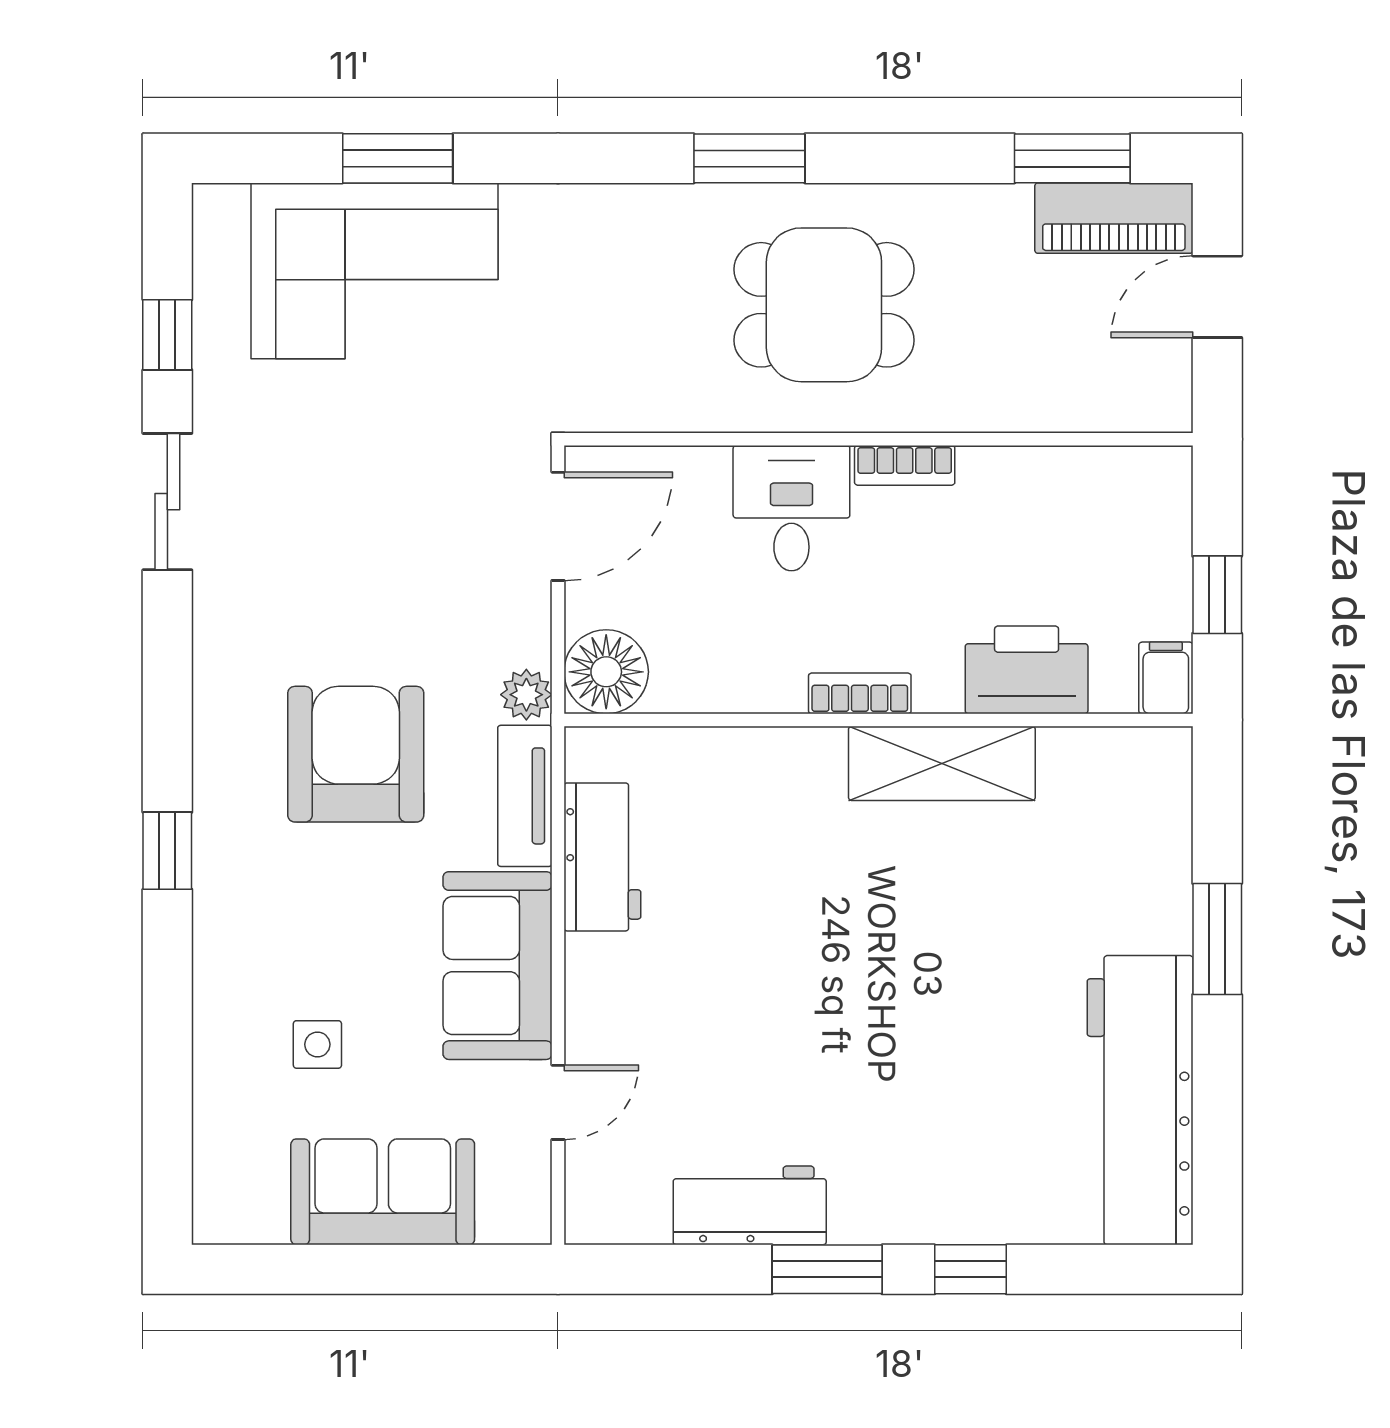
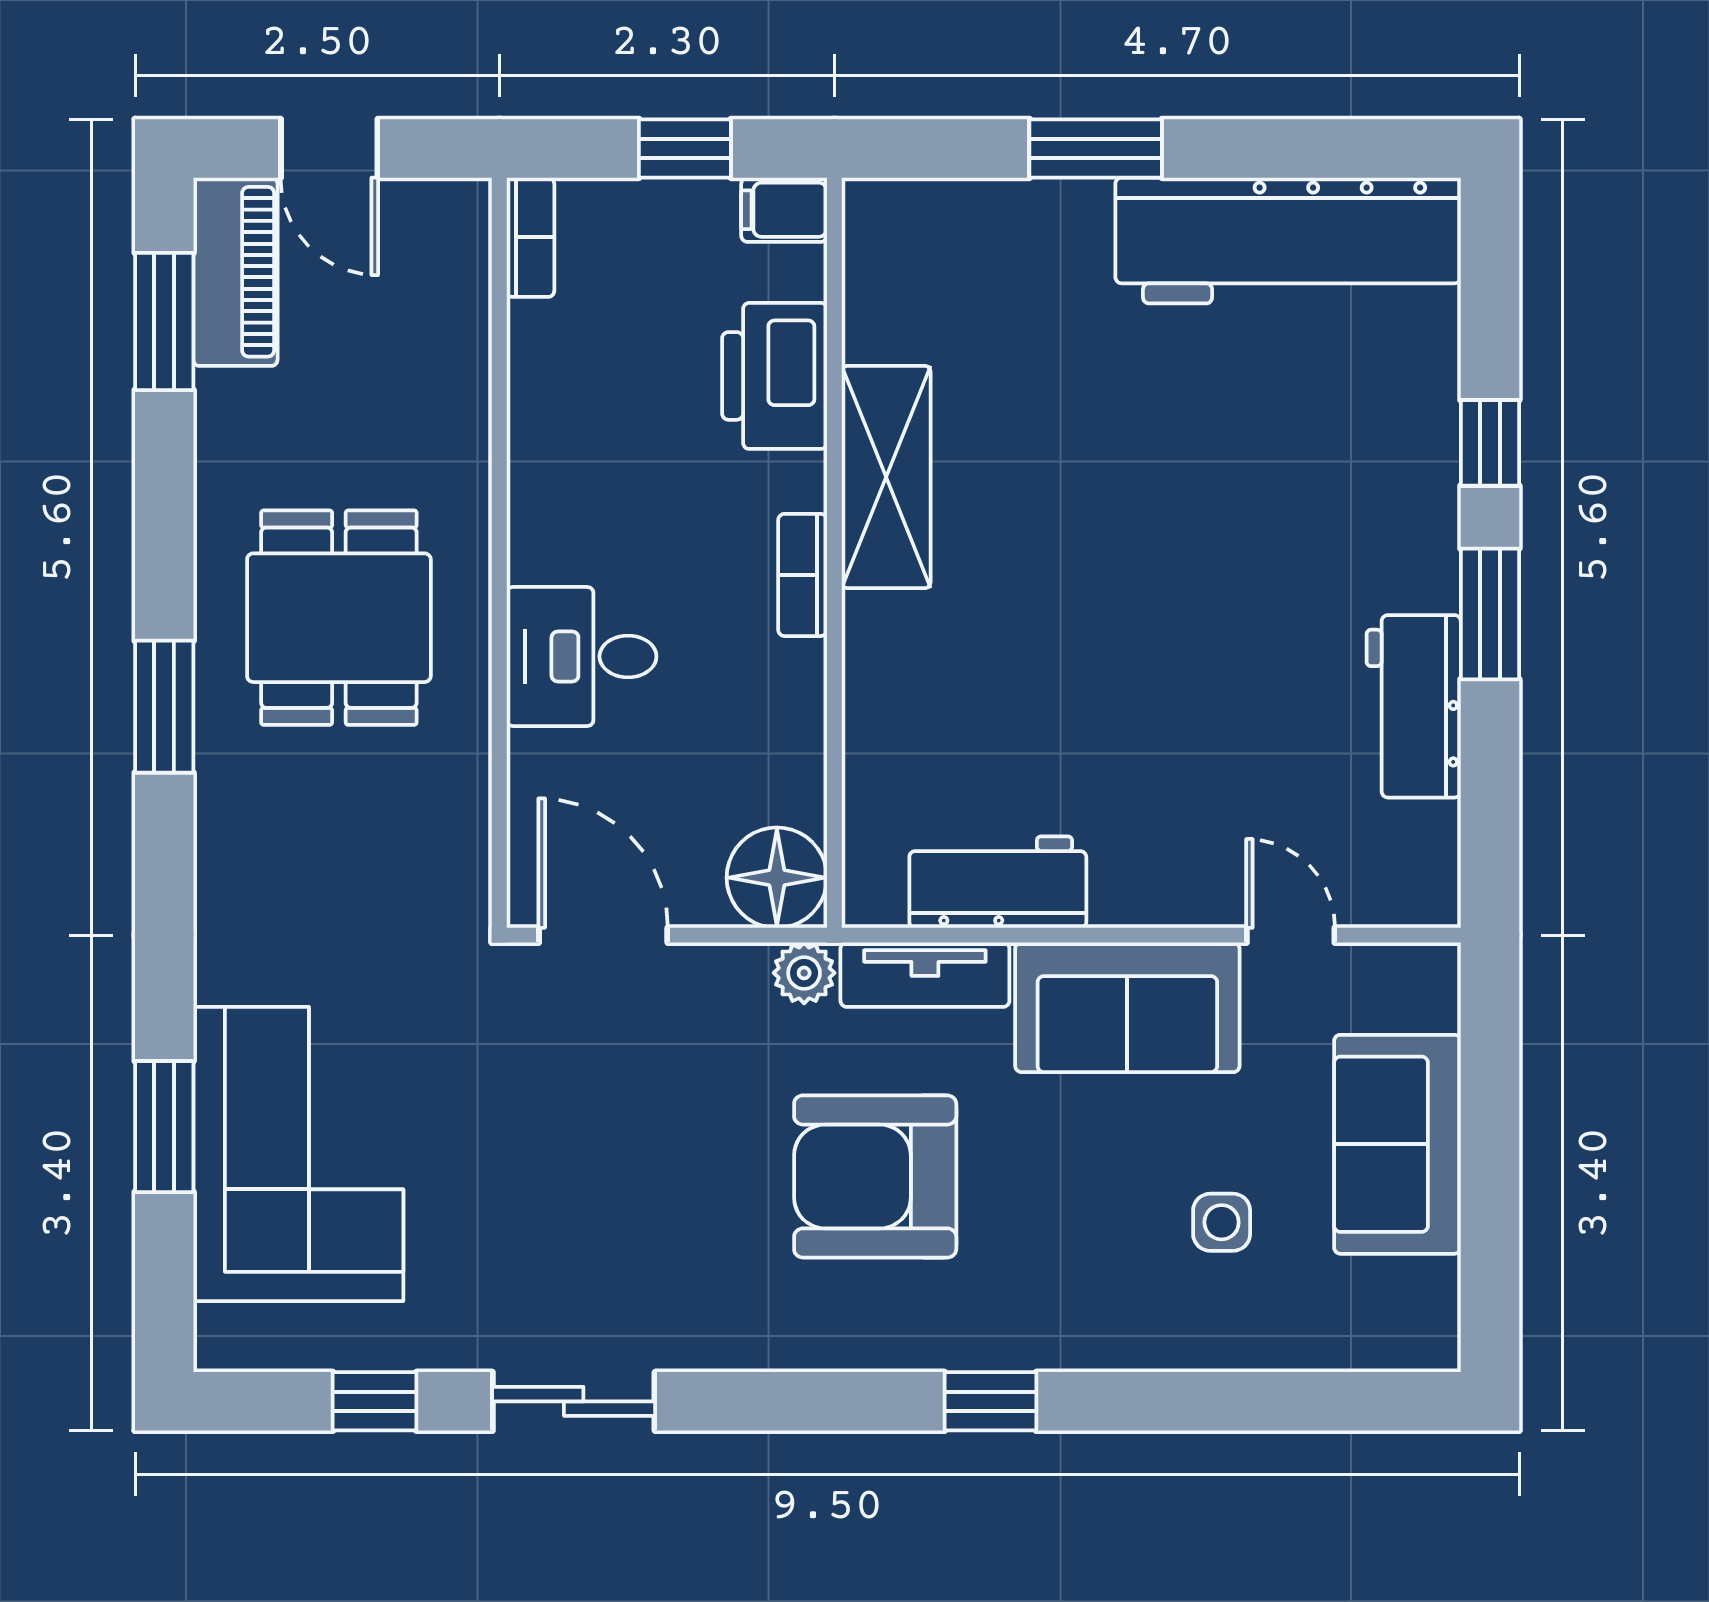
bookcase: (905, 465) -> (530, 237), moved

